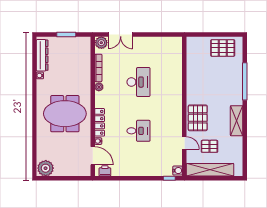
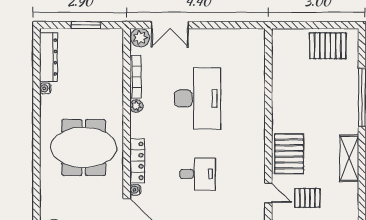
desk: (138, 82) -> (198, 98), width x1.36, depth x1.30

